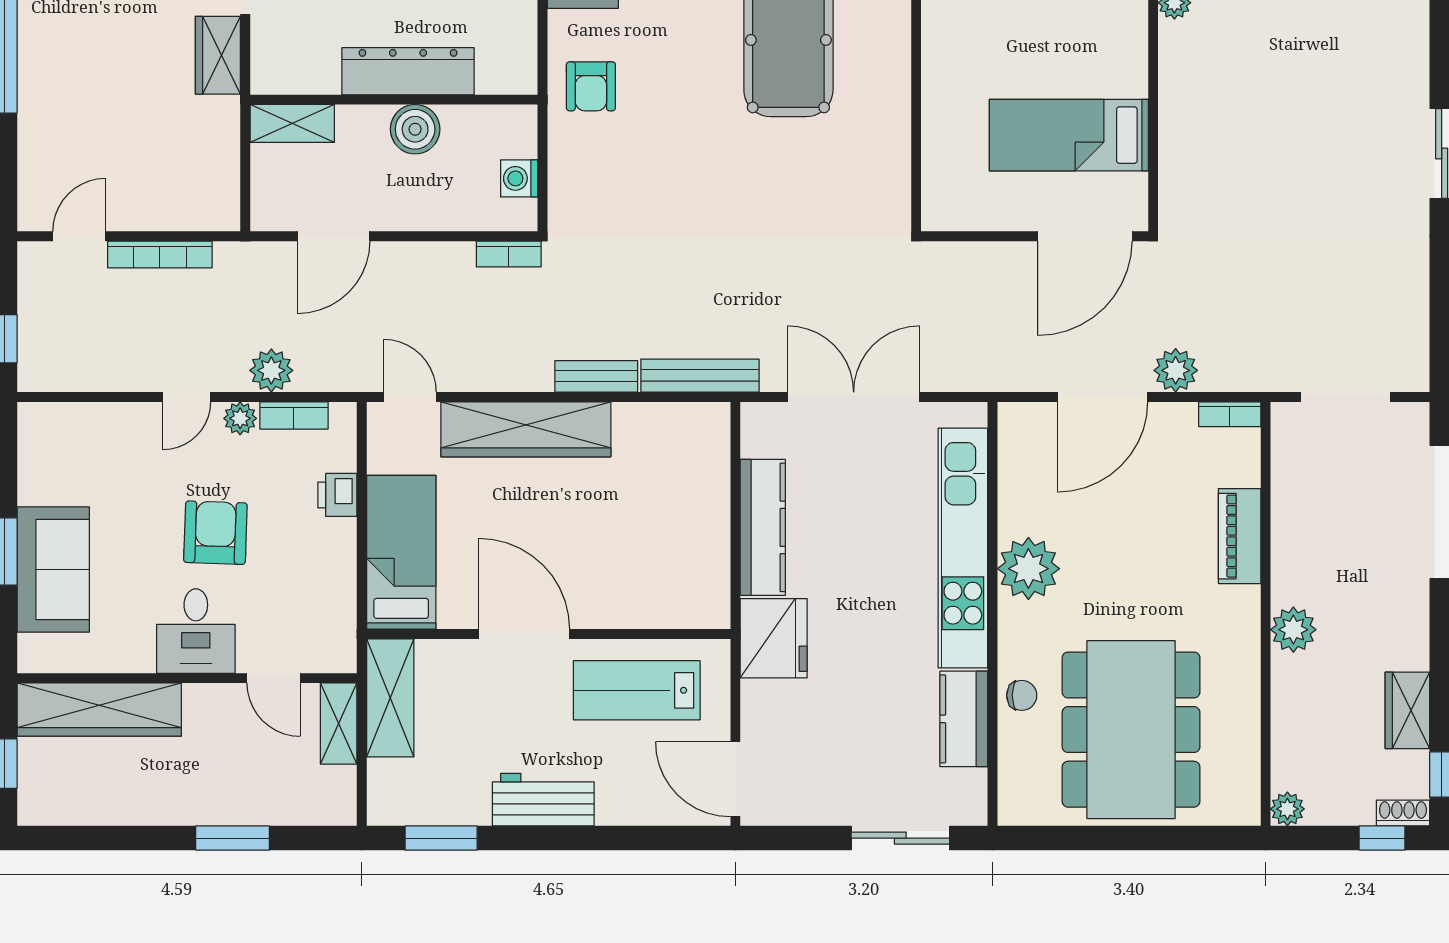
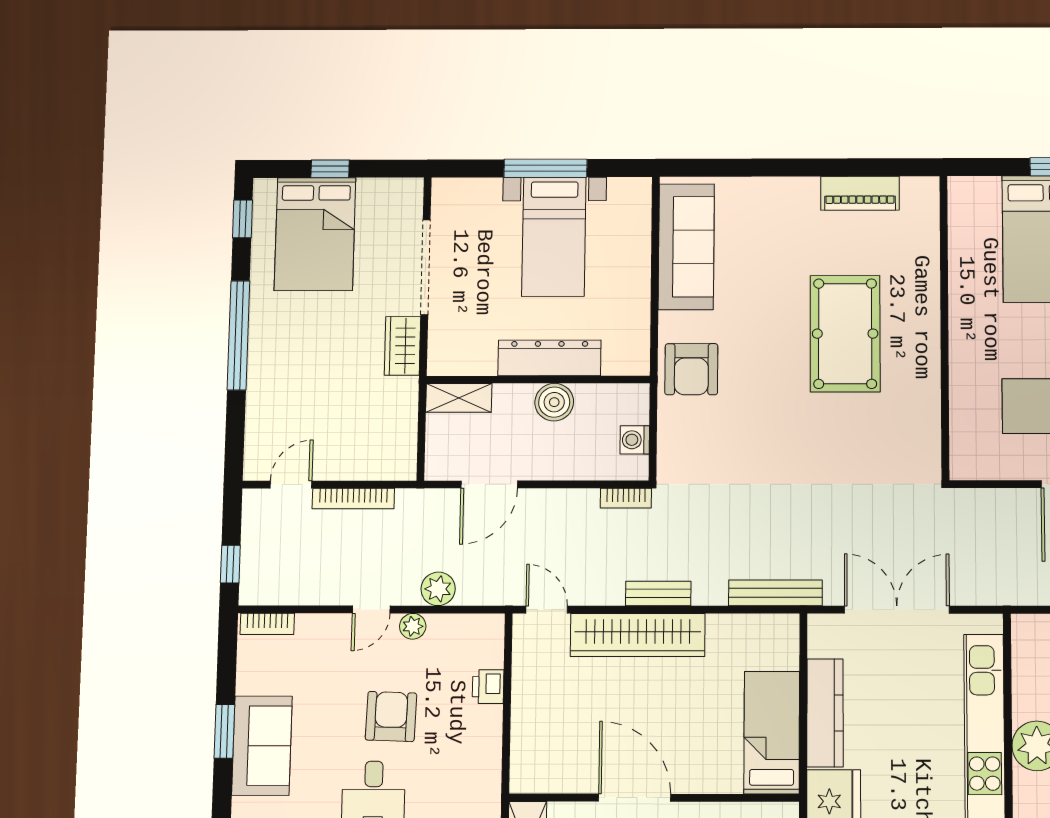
armchair: (591, 86) -> (691, 369), width x1.38, depth x1.38
bench: (596, 376) -> (658, 593), moved
bookcase: (294, 415) -> (267, 624), moved
bed: (401, 552) -> (772, 732), moved

